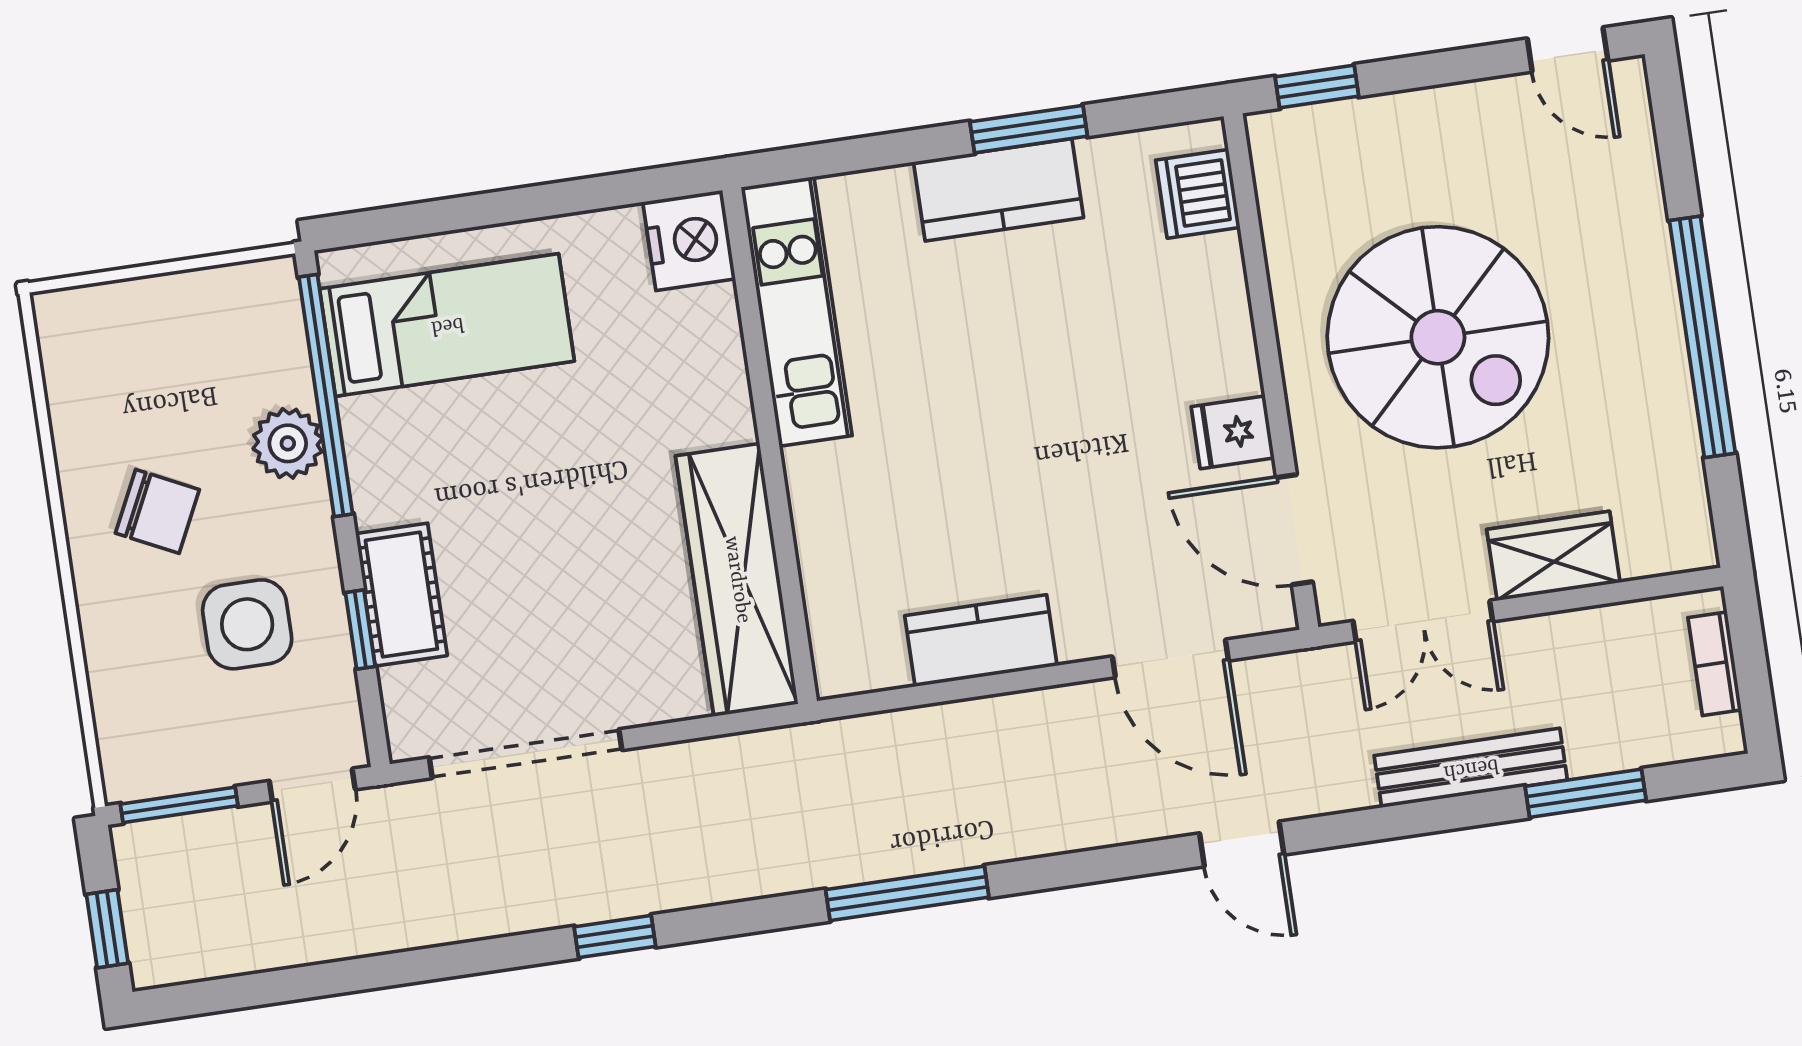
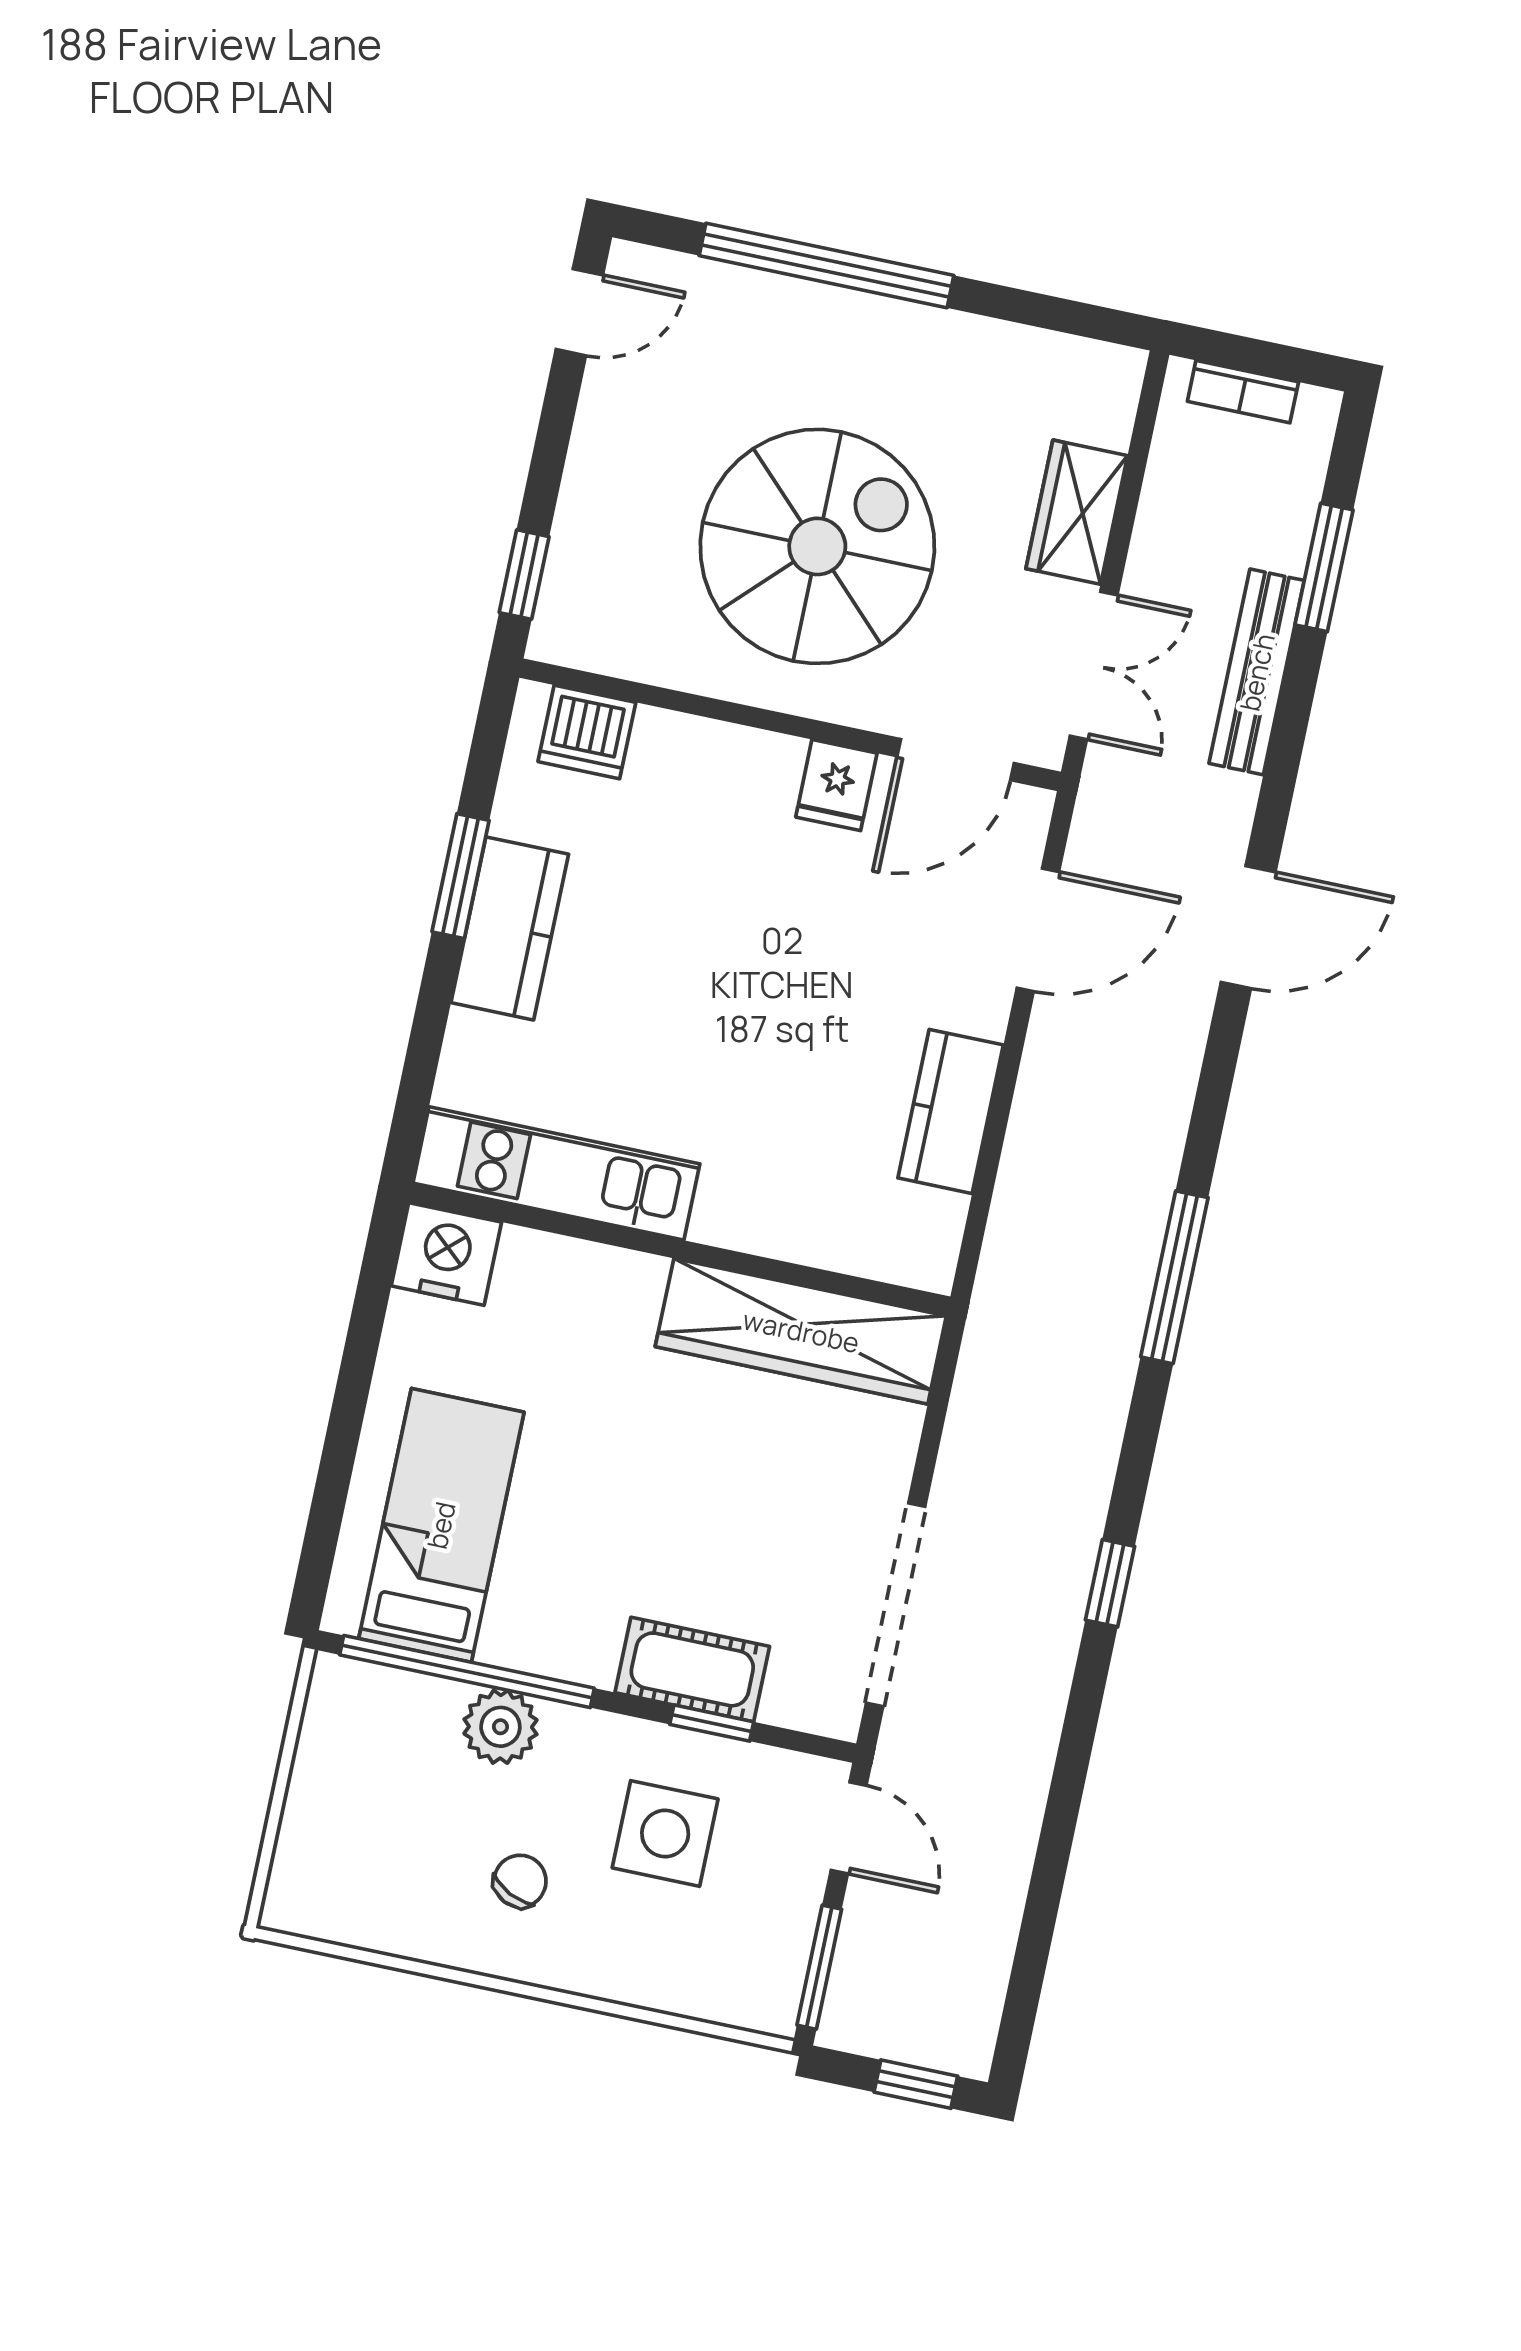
window: (1702, 337) -> (826, 266), moved
chair: (157, 511) -> (520, 1881), width x0.73, depth x0.73
door: (1242, 844) -> (1248, 927), width x1.38

